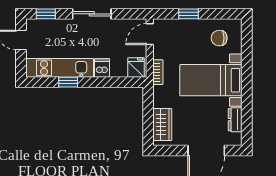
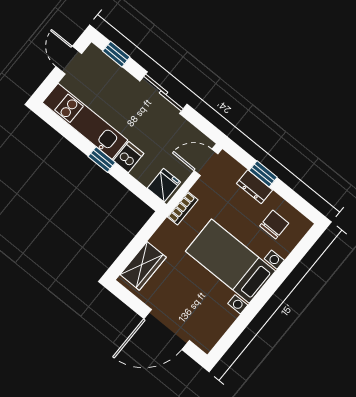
chair: (219, 38) -> (274, 225), turned 90
window: (68, 82) -> (102, 160), moved
dresser: (235, 120) -> (255, 187), moved, turned -90

